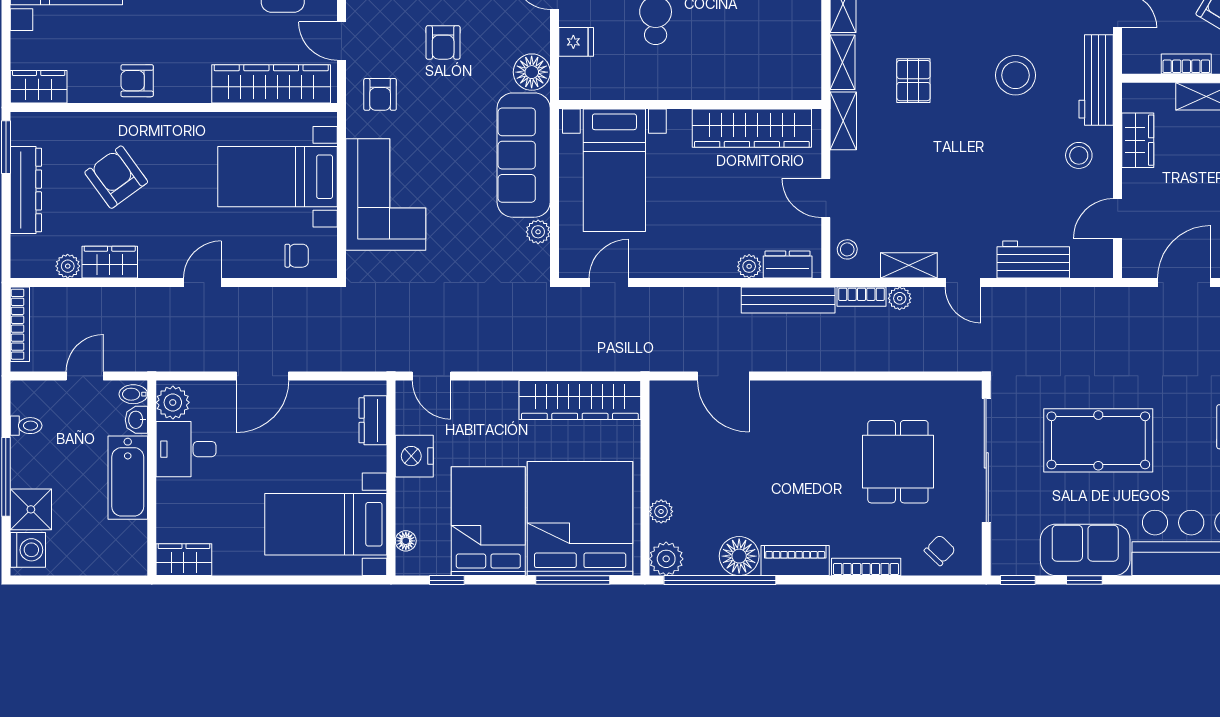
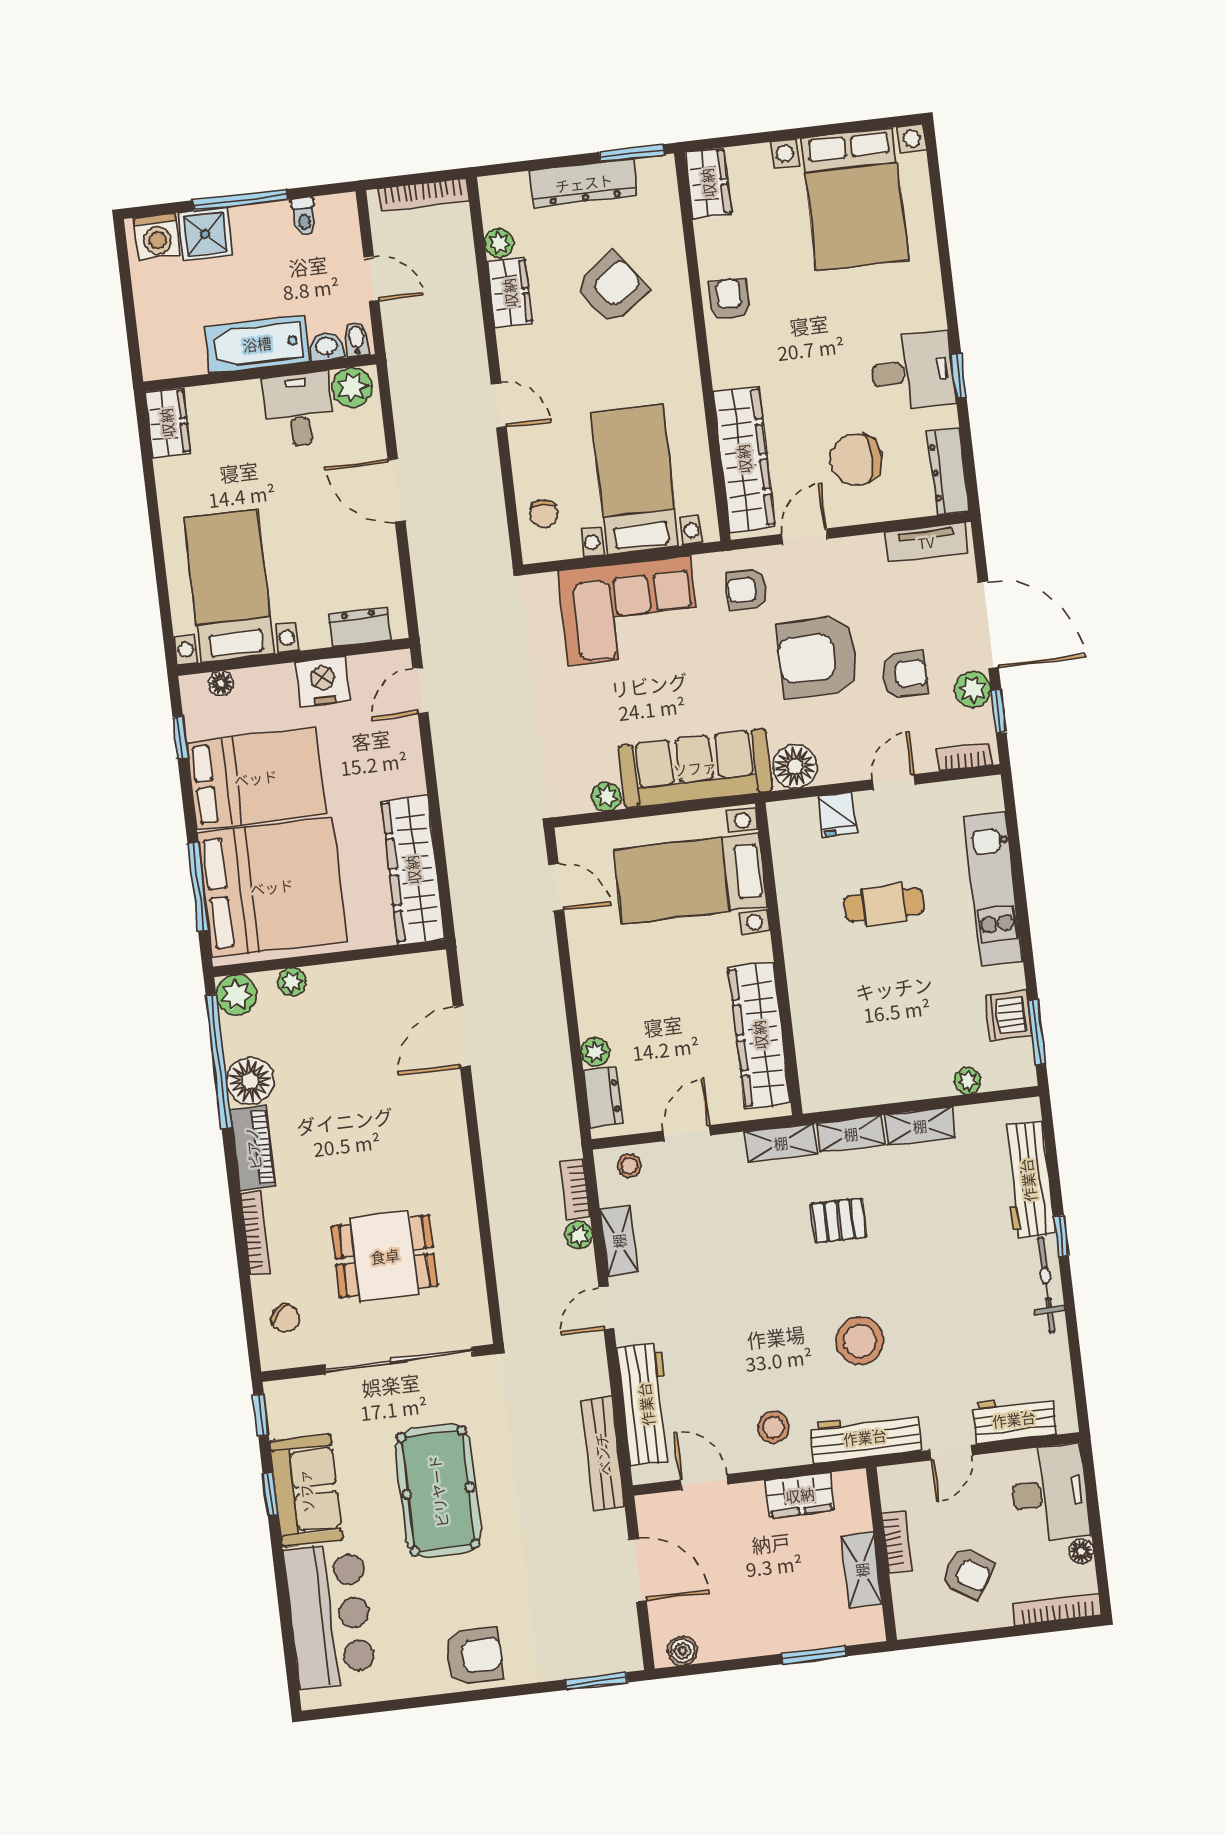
armchair: (443, 42) -> (818, 657), width x1.88, depth x1.88
workbench: (1033, 259) -> (646, 1404), width x1.38
bench: (788, 300) -> (603, 1454), moved

